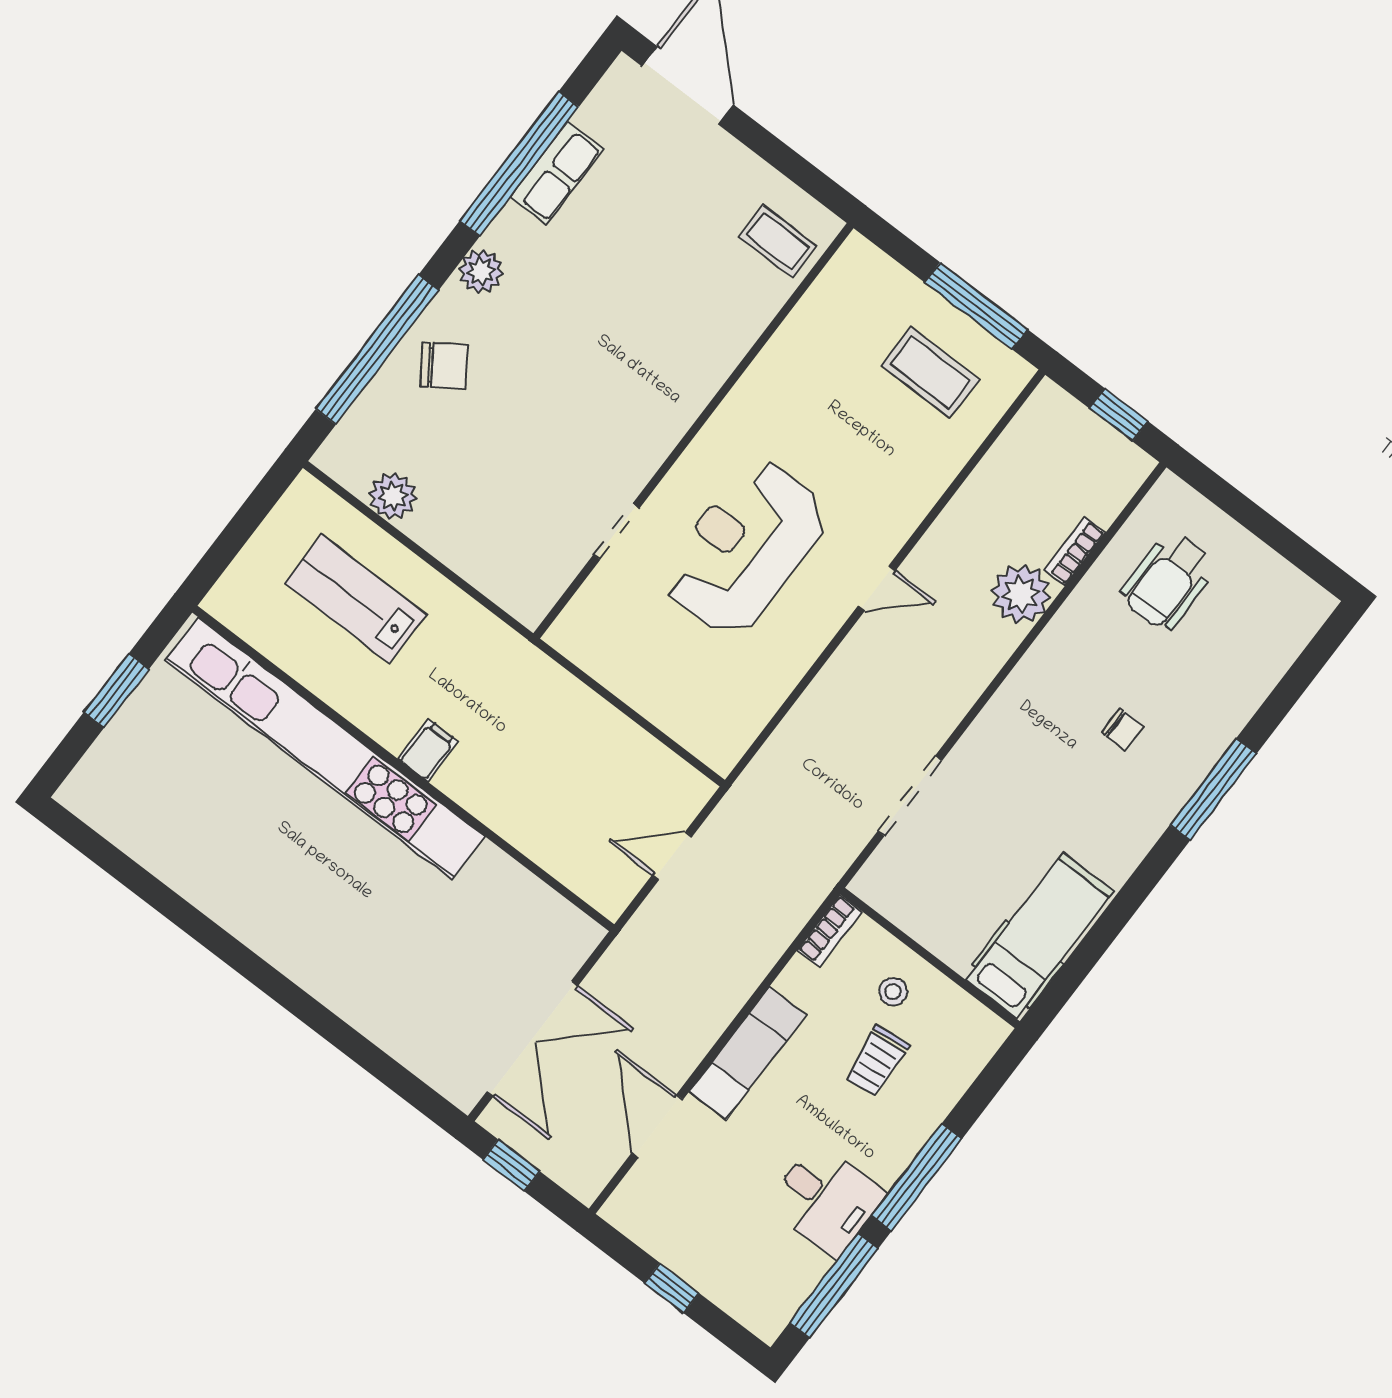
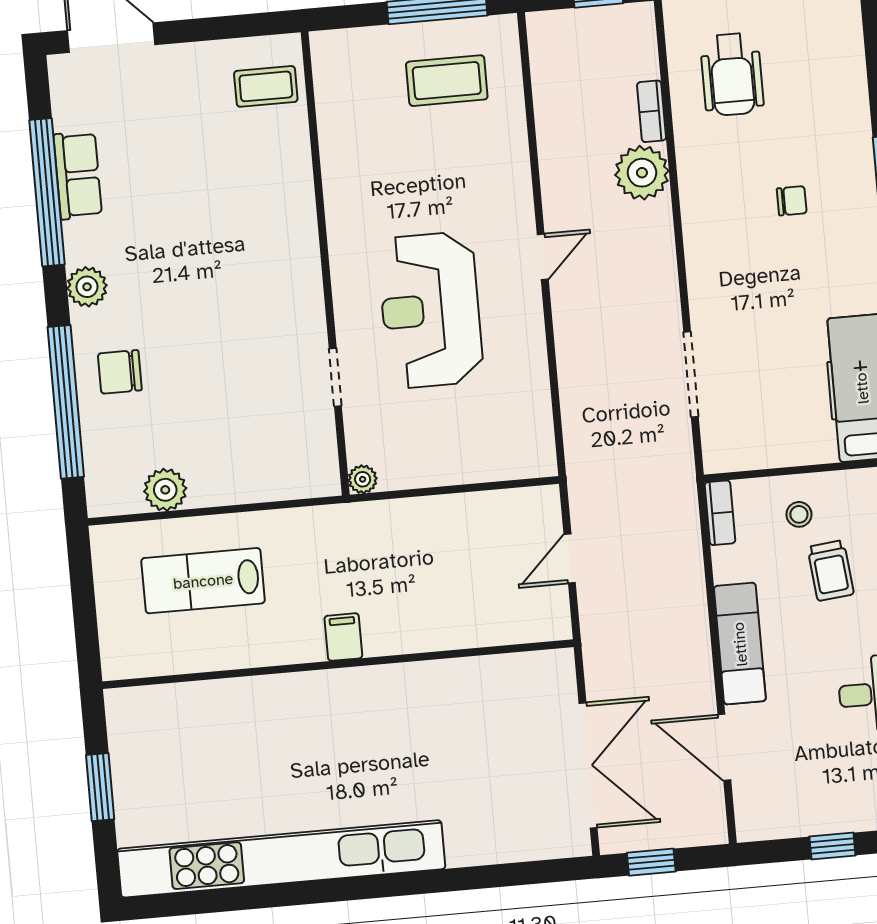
chair: (444, 365) -> (120, 372), turned -146
plant: (562, 635) -> (363, 479), added
kitchen unit: (325, 748) -> (281, 859), moved, turned 180

